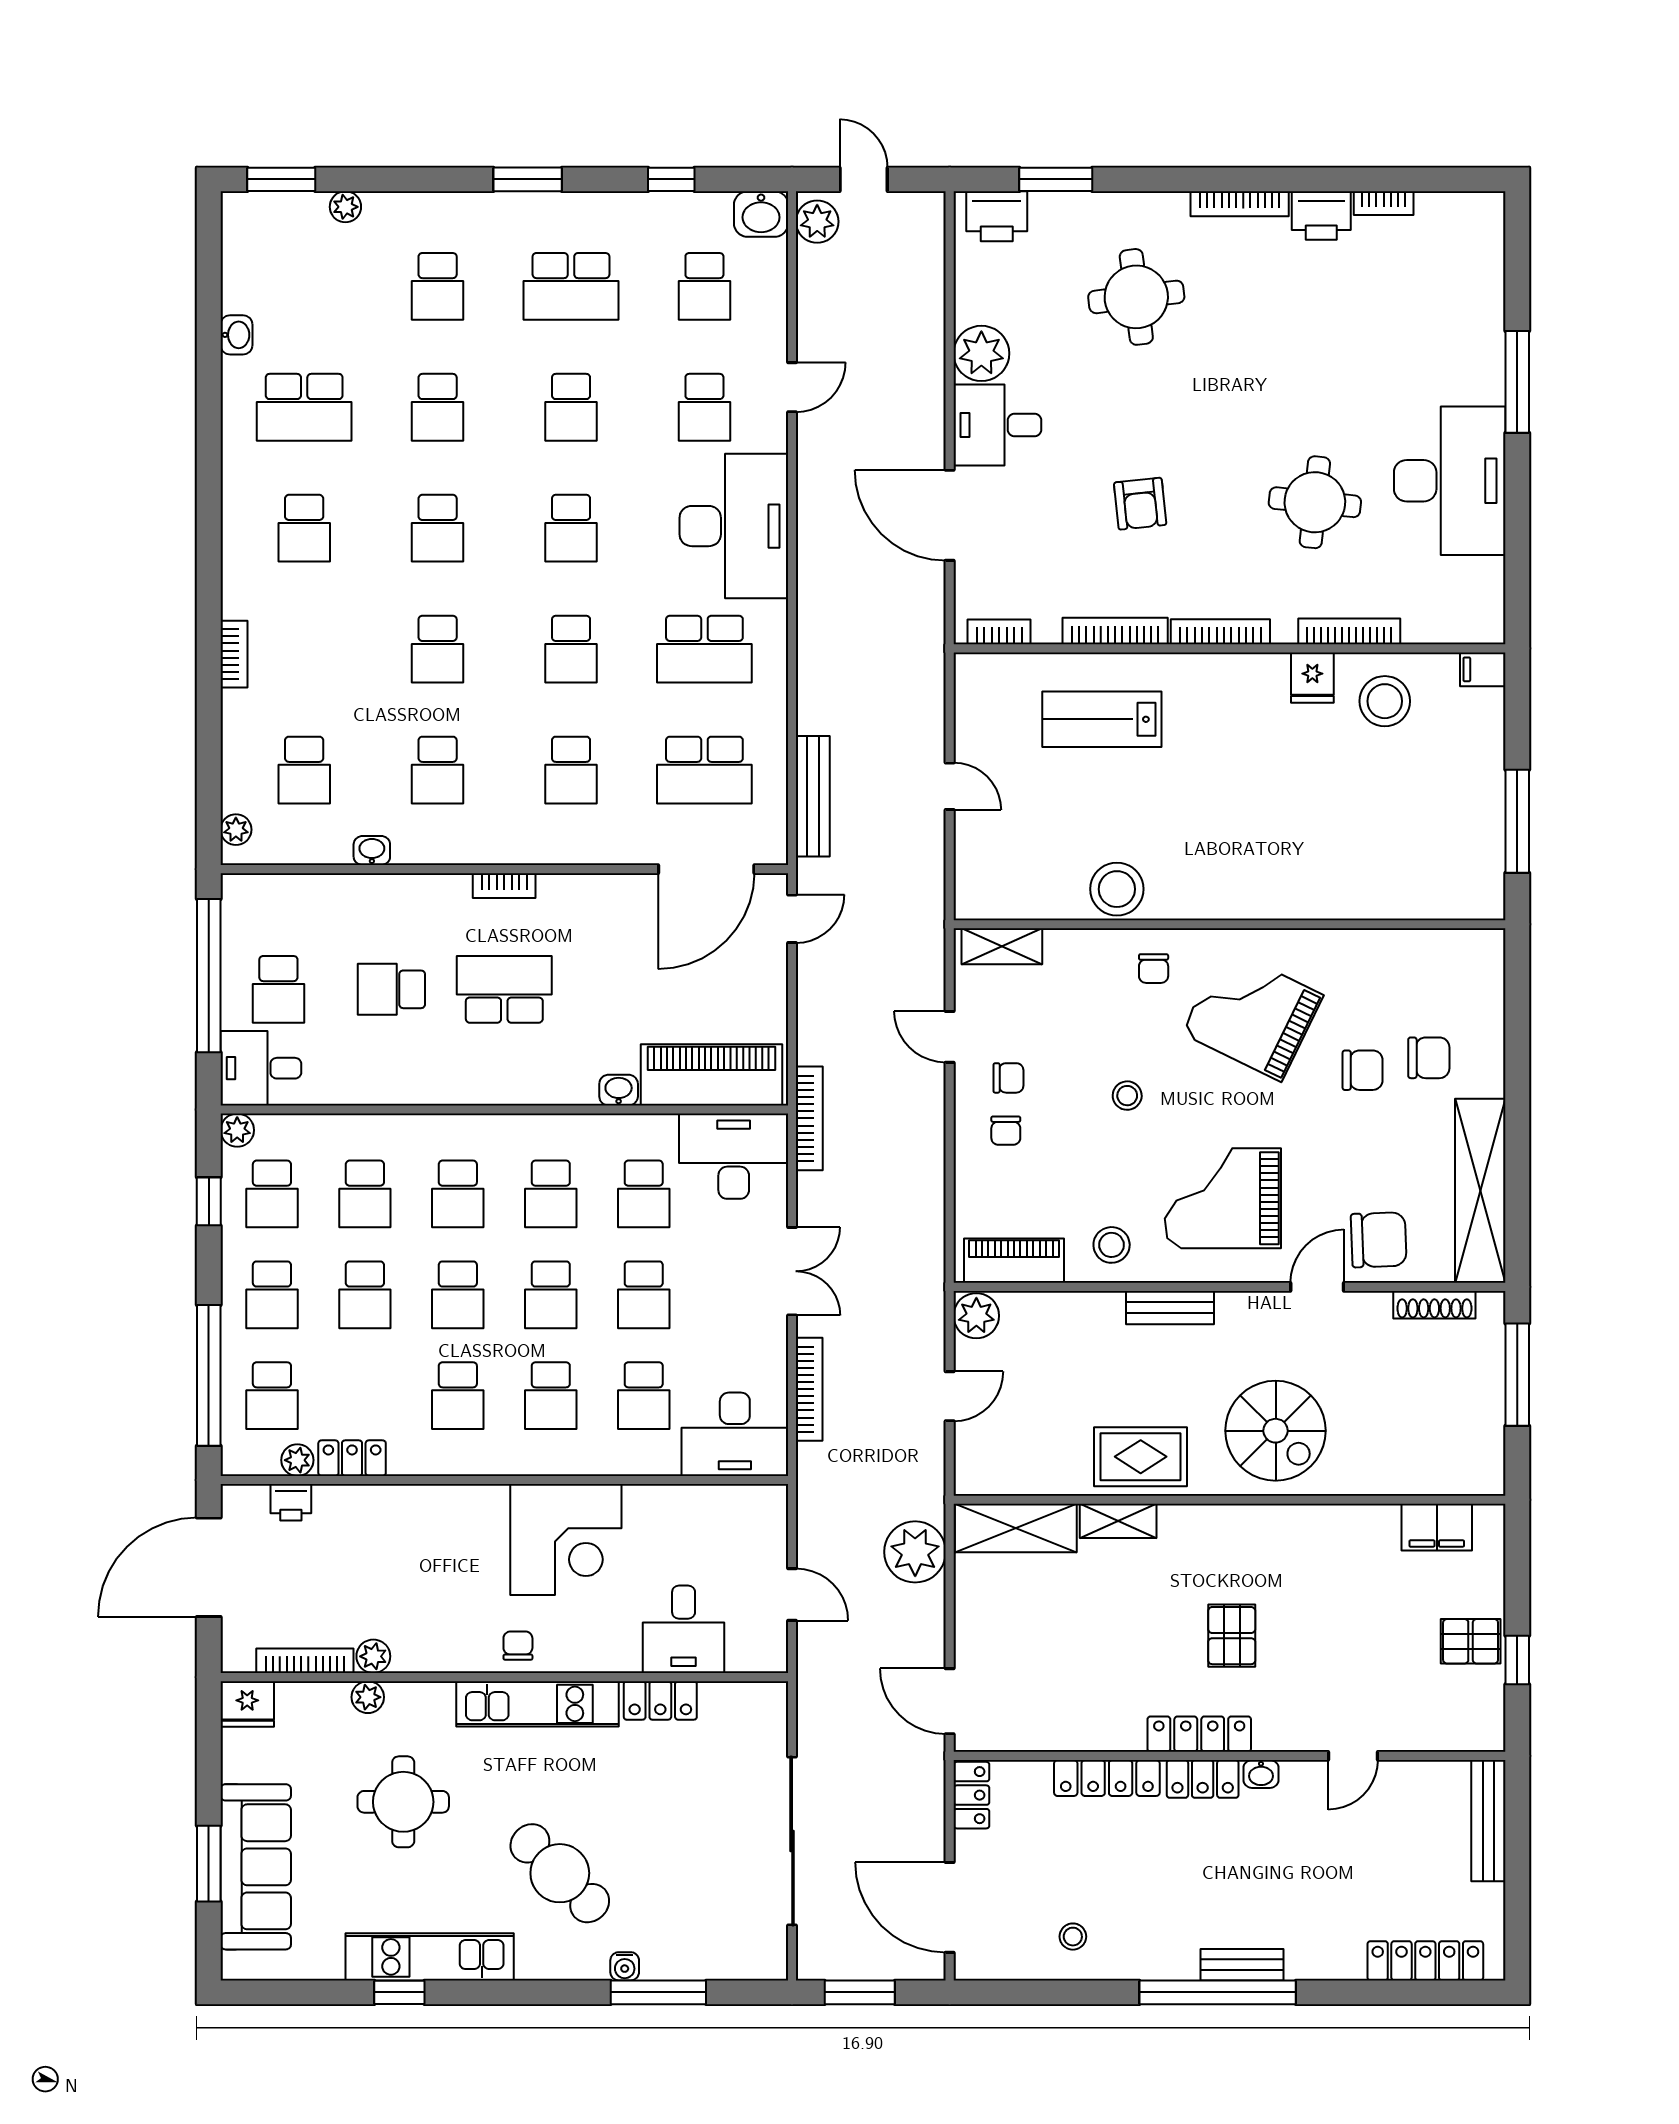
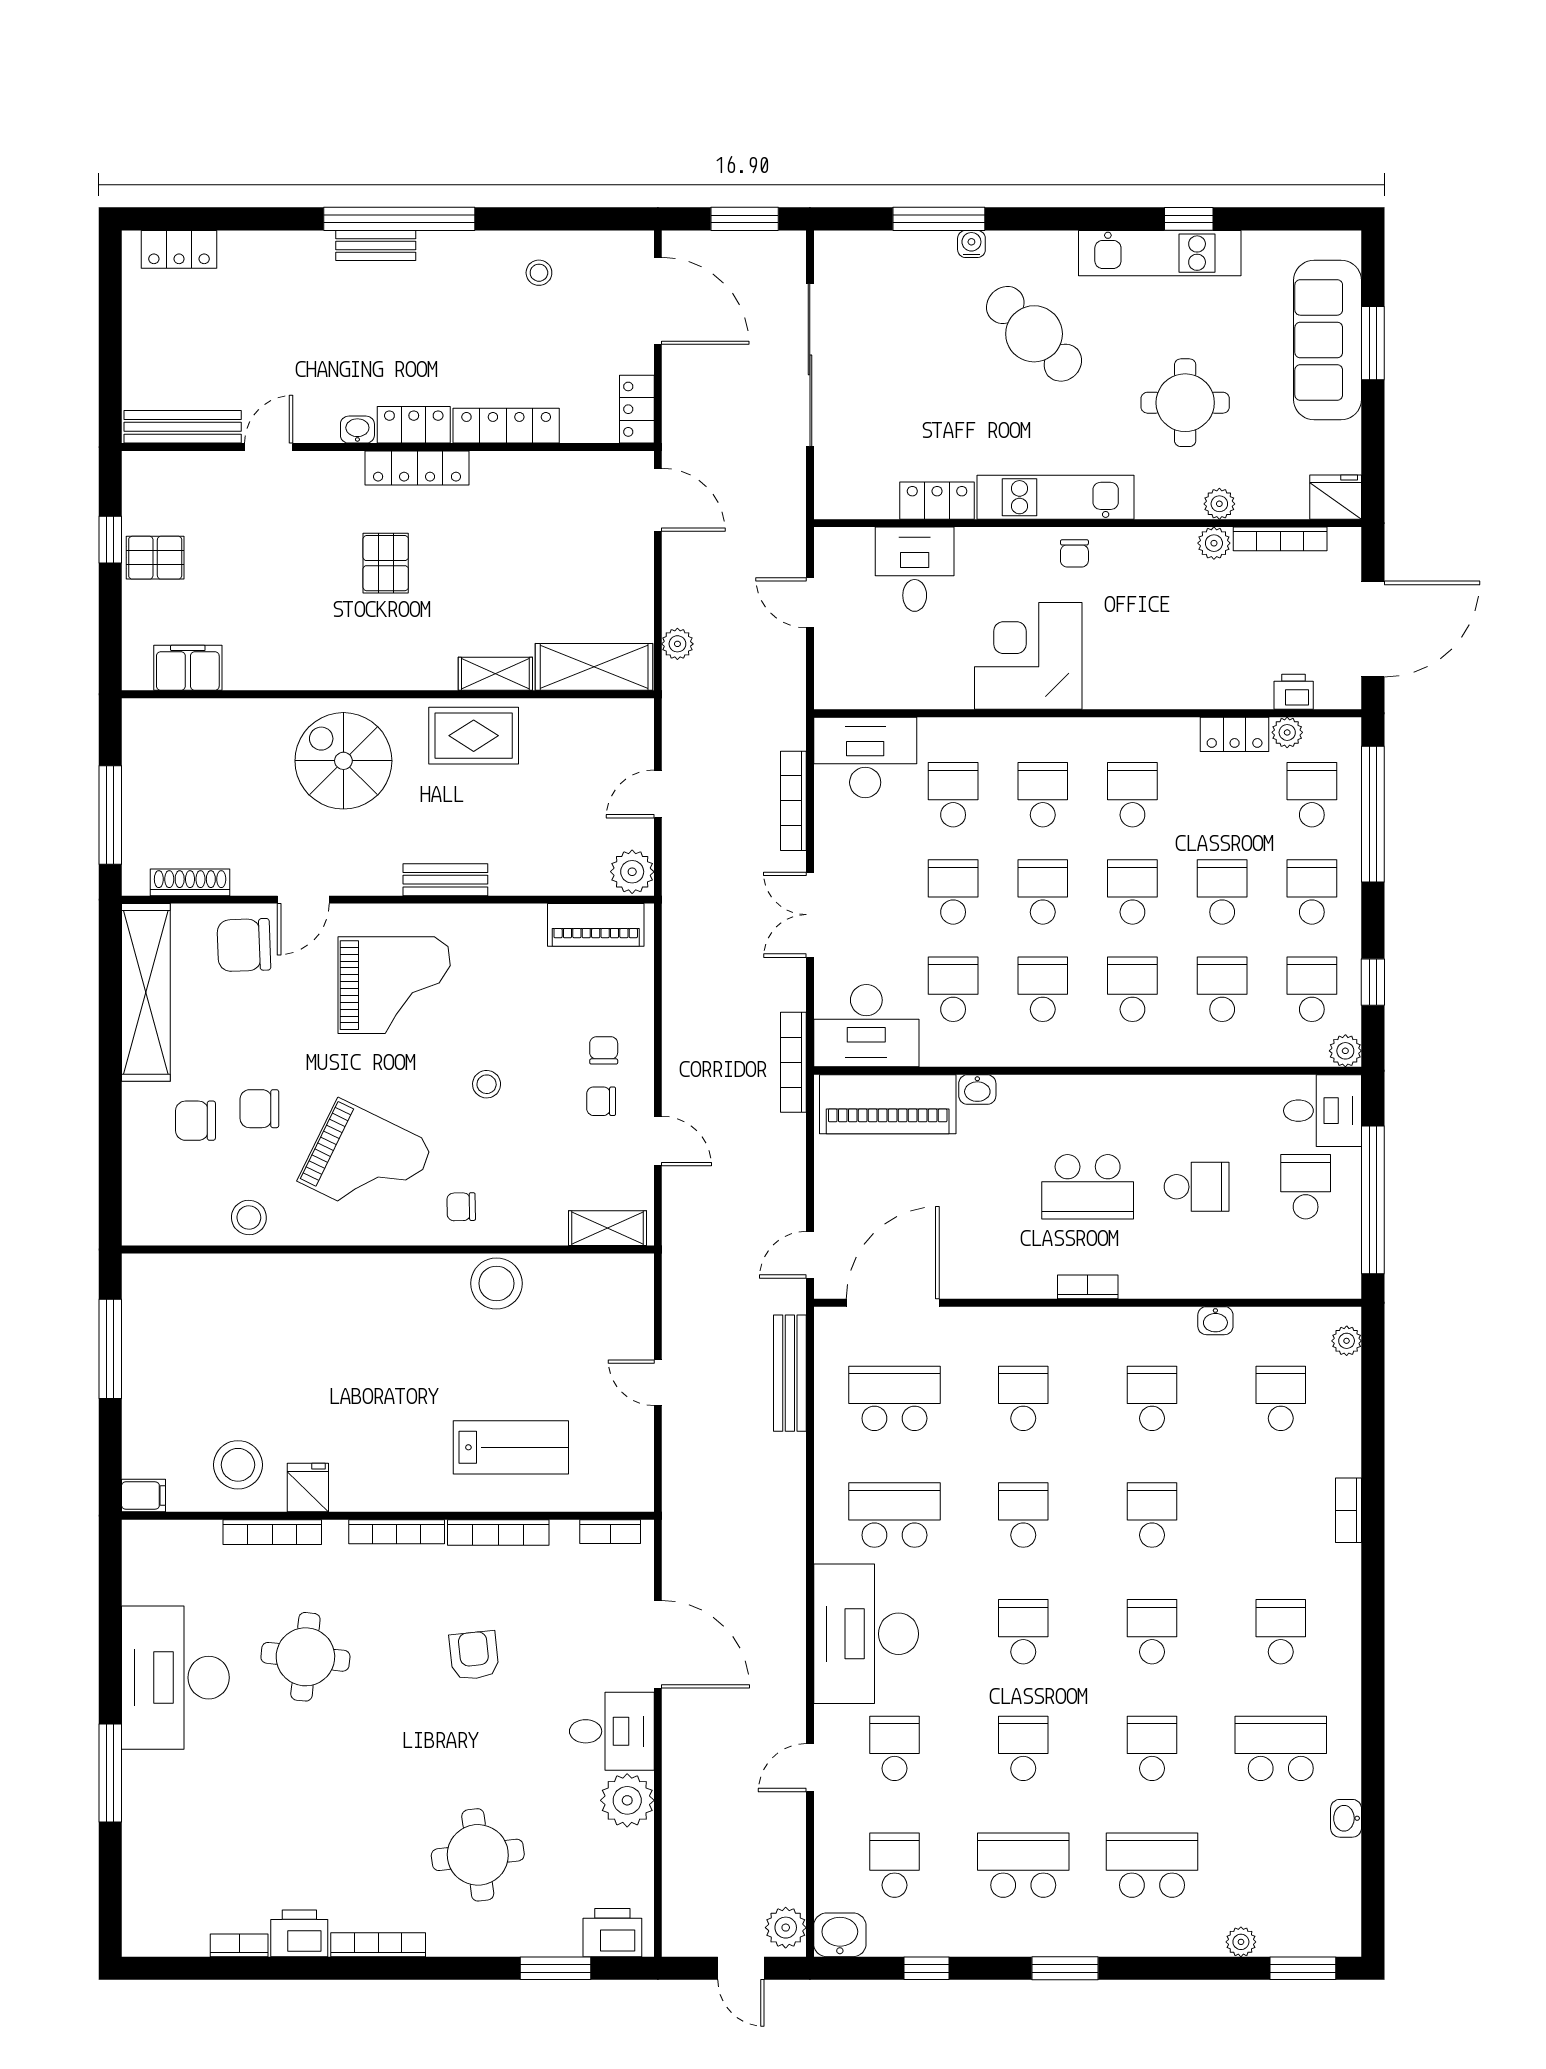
school desk: (438, 286) -> (1152, 1865), width x1.85
chair: (1154, 969) -> (461, 1207), turned -91
stool: (1112, 1245) -> (249, 1217), moved
plant: (915, 1552) -> (677, 644), width x0.53, depth x0.53
bench: (1488, 1821) -> (183, 427), moved, turned 90
locker: (1425, 1961) -> (179, 249), width x0.66

